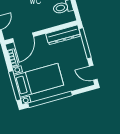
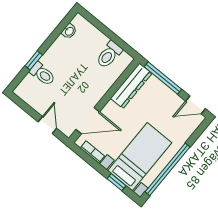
door: (23, 37) -> (88, 121), hinge flipped
window: (15, 86) -> (117, 182), width x0.46

